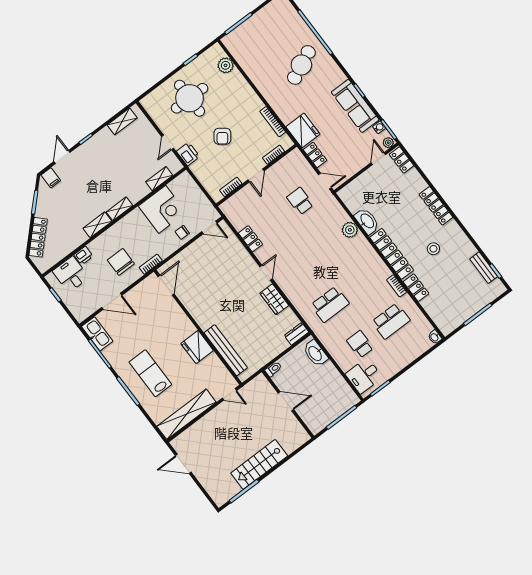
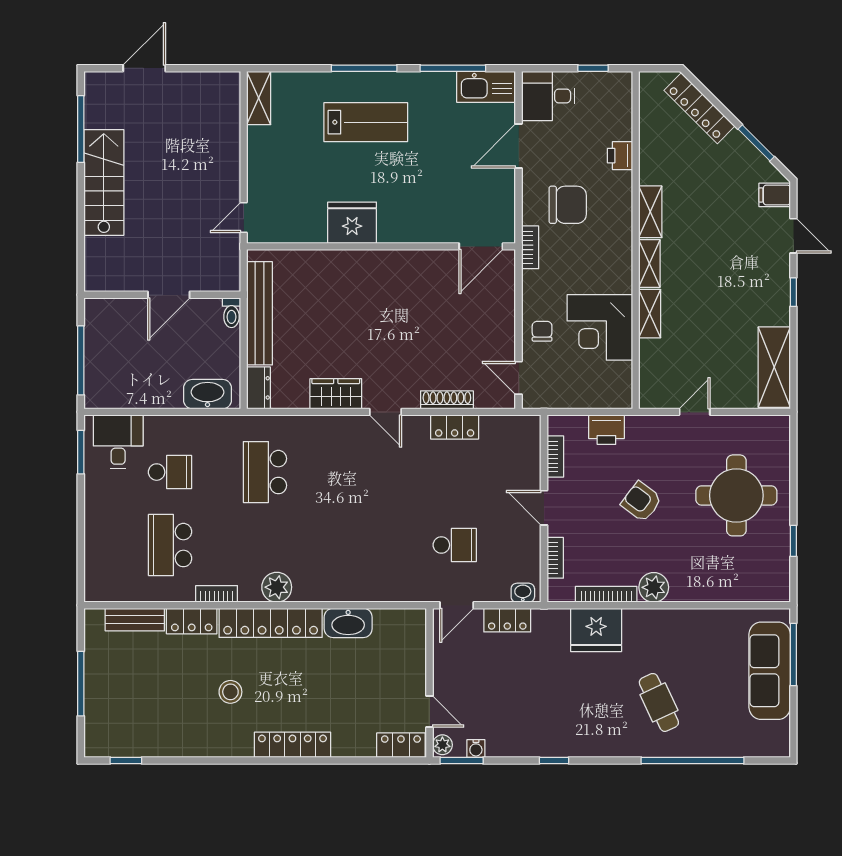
plant: (226, 65) -> (654, 587), moved
cafe table: (301, 65) -> (659, 702), width x0.73, depth x0.74
sofa: (355, 106) -> (770, 671), moved, turned -90
shelving: (122, 121) -> (774, 367), width x1.50, depth x1.33
fridge: (303, 130) -> (596, 630), moved
door: (168, 142) -> (695, 412), hinge flipped
printer: (188, 154) -> (606, 430), moved
shelving: (159, 179) -> (650, 314), moved
door: (209, 227) -> (519, 378), hinge flipped
plant: (350, 230) -> (277, 587), moved
shoe rack: (241, 251) -> (447, 400), added
bench: (484, 268) -> (135, 620), moved
desk: (71, 274) -> (548, 96), moved, turned 180
door: (166, 285) -> (481, 246), hinge flipped
washbasin: (435, 337) -> (523, 593), moved
bench: (226, 350) -> (260, 313), moved, turned 90
shelving: (186, 414) -> (259, 98), width x0.45, depth x0.75
door: (183, 464) -> (144, 68), moved

